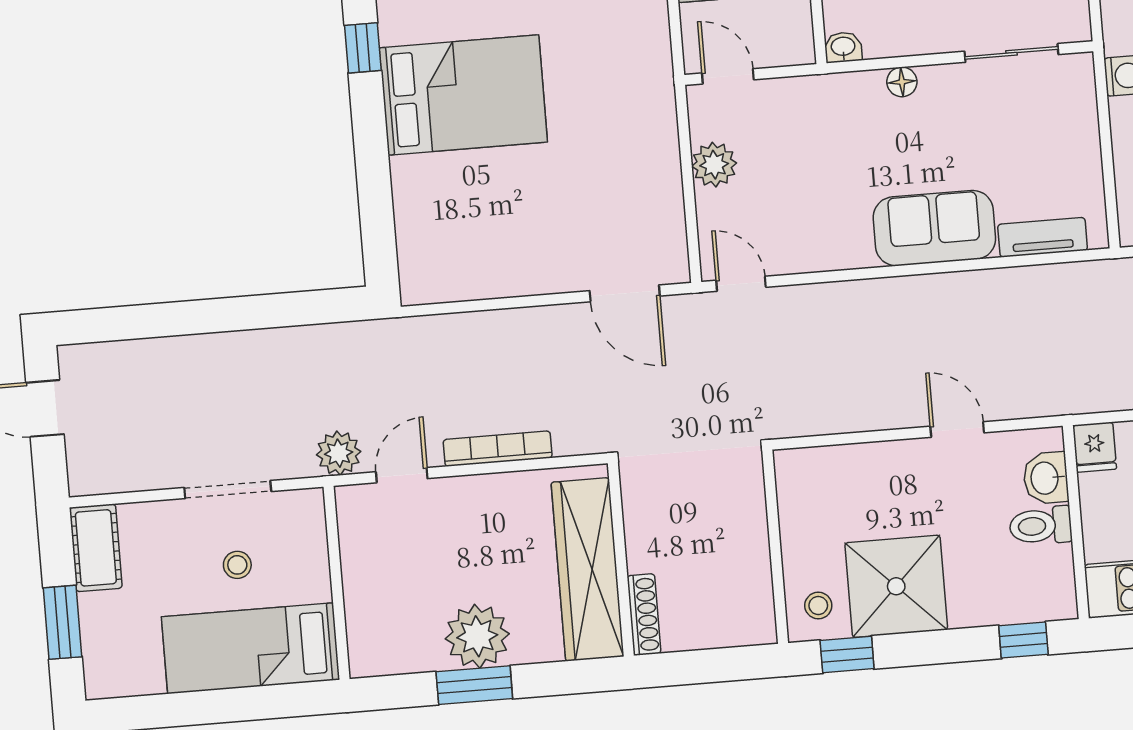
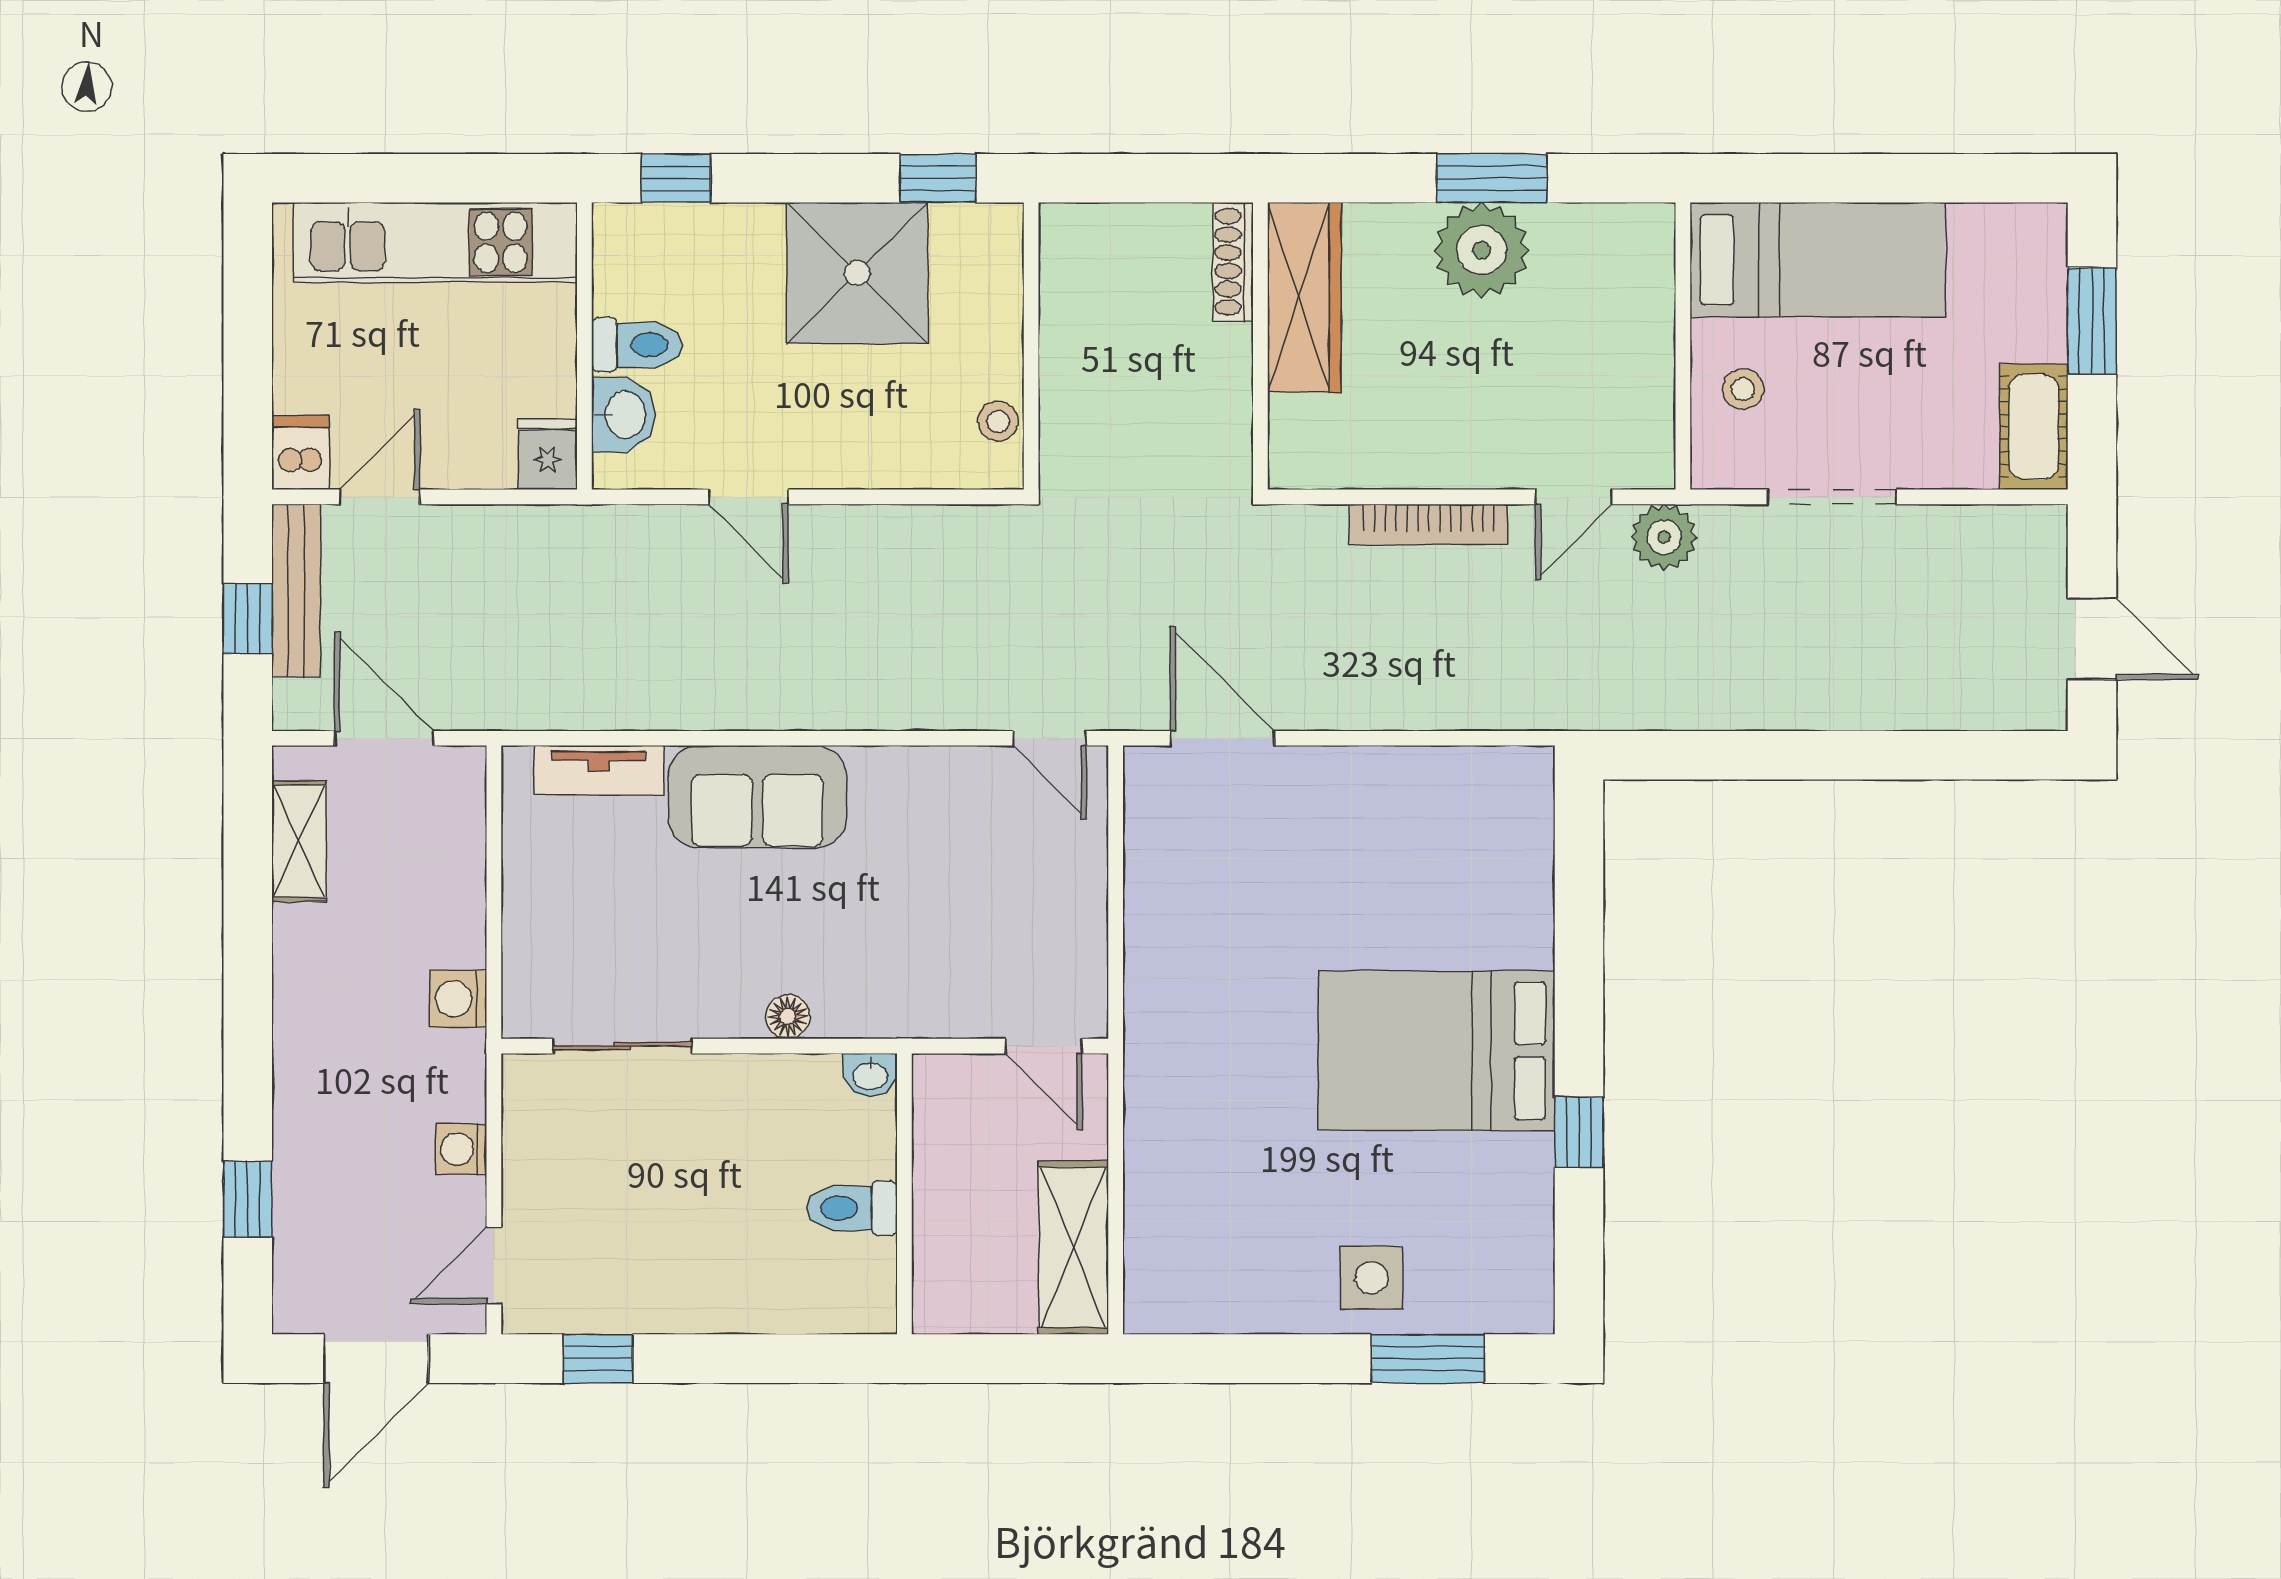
plant: (714, 165) -> (1075, 917), removed
stool: (237, 565) -> (1743, 389), moved
wardrobe: (588, 569) -> (1304, 297), width x0.71, depth x0.85
stool: (818, 605) -> (998, 421), moved

